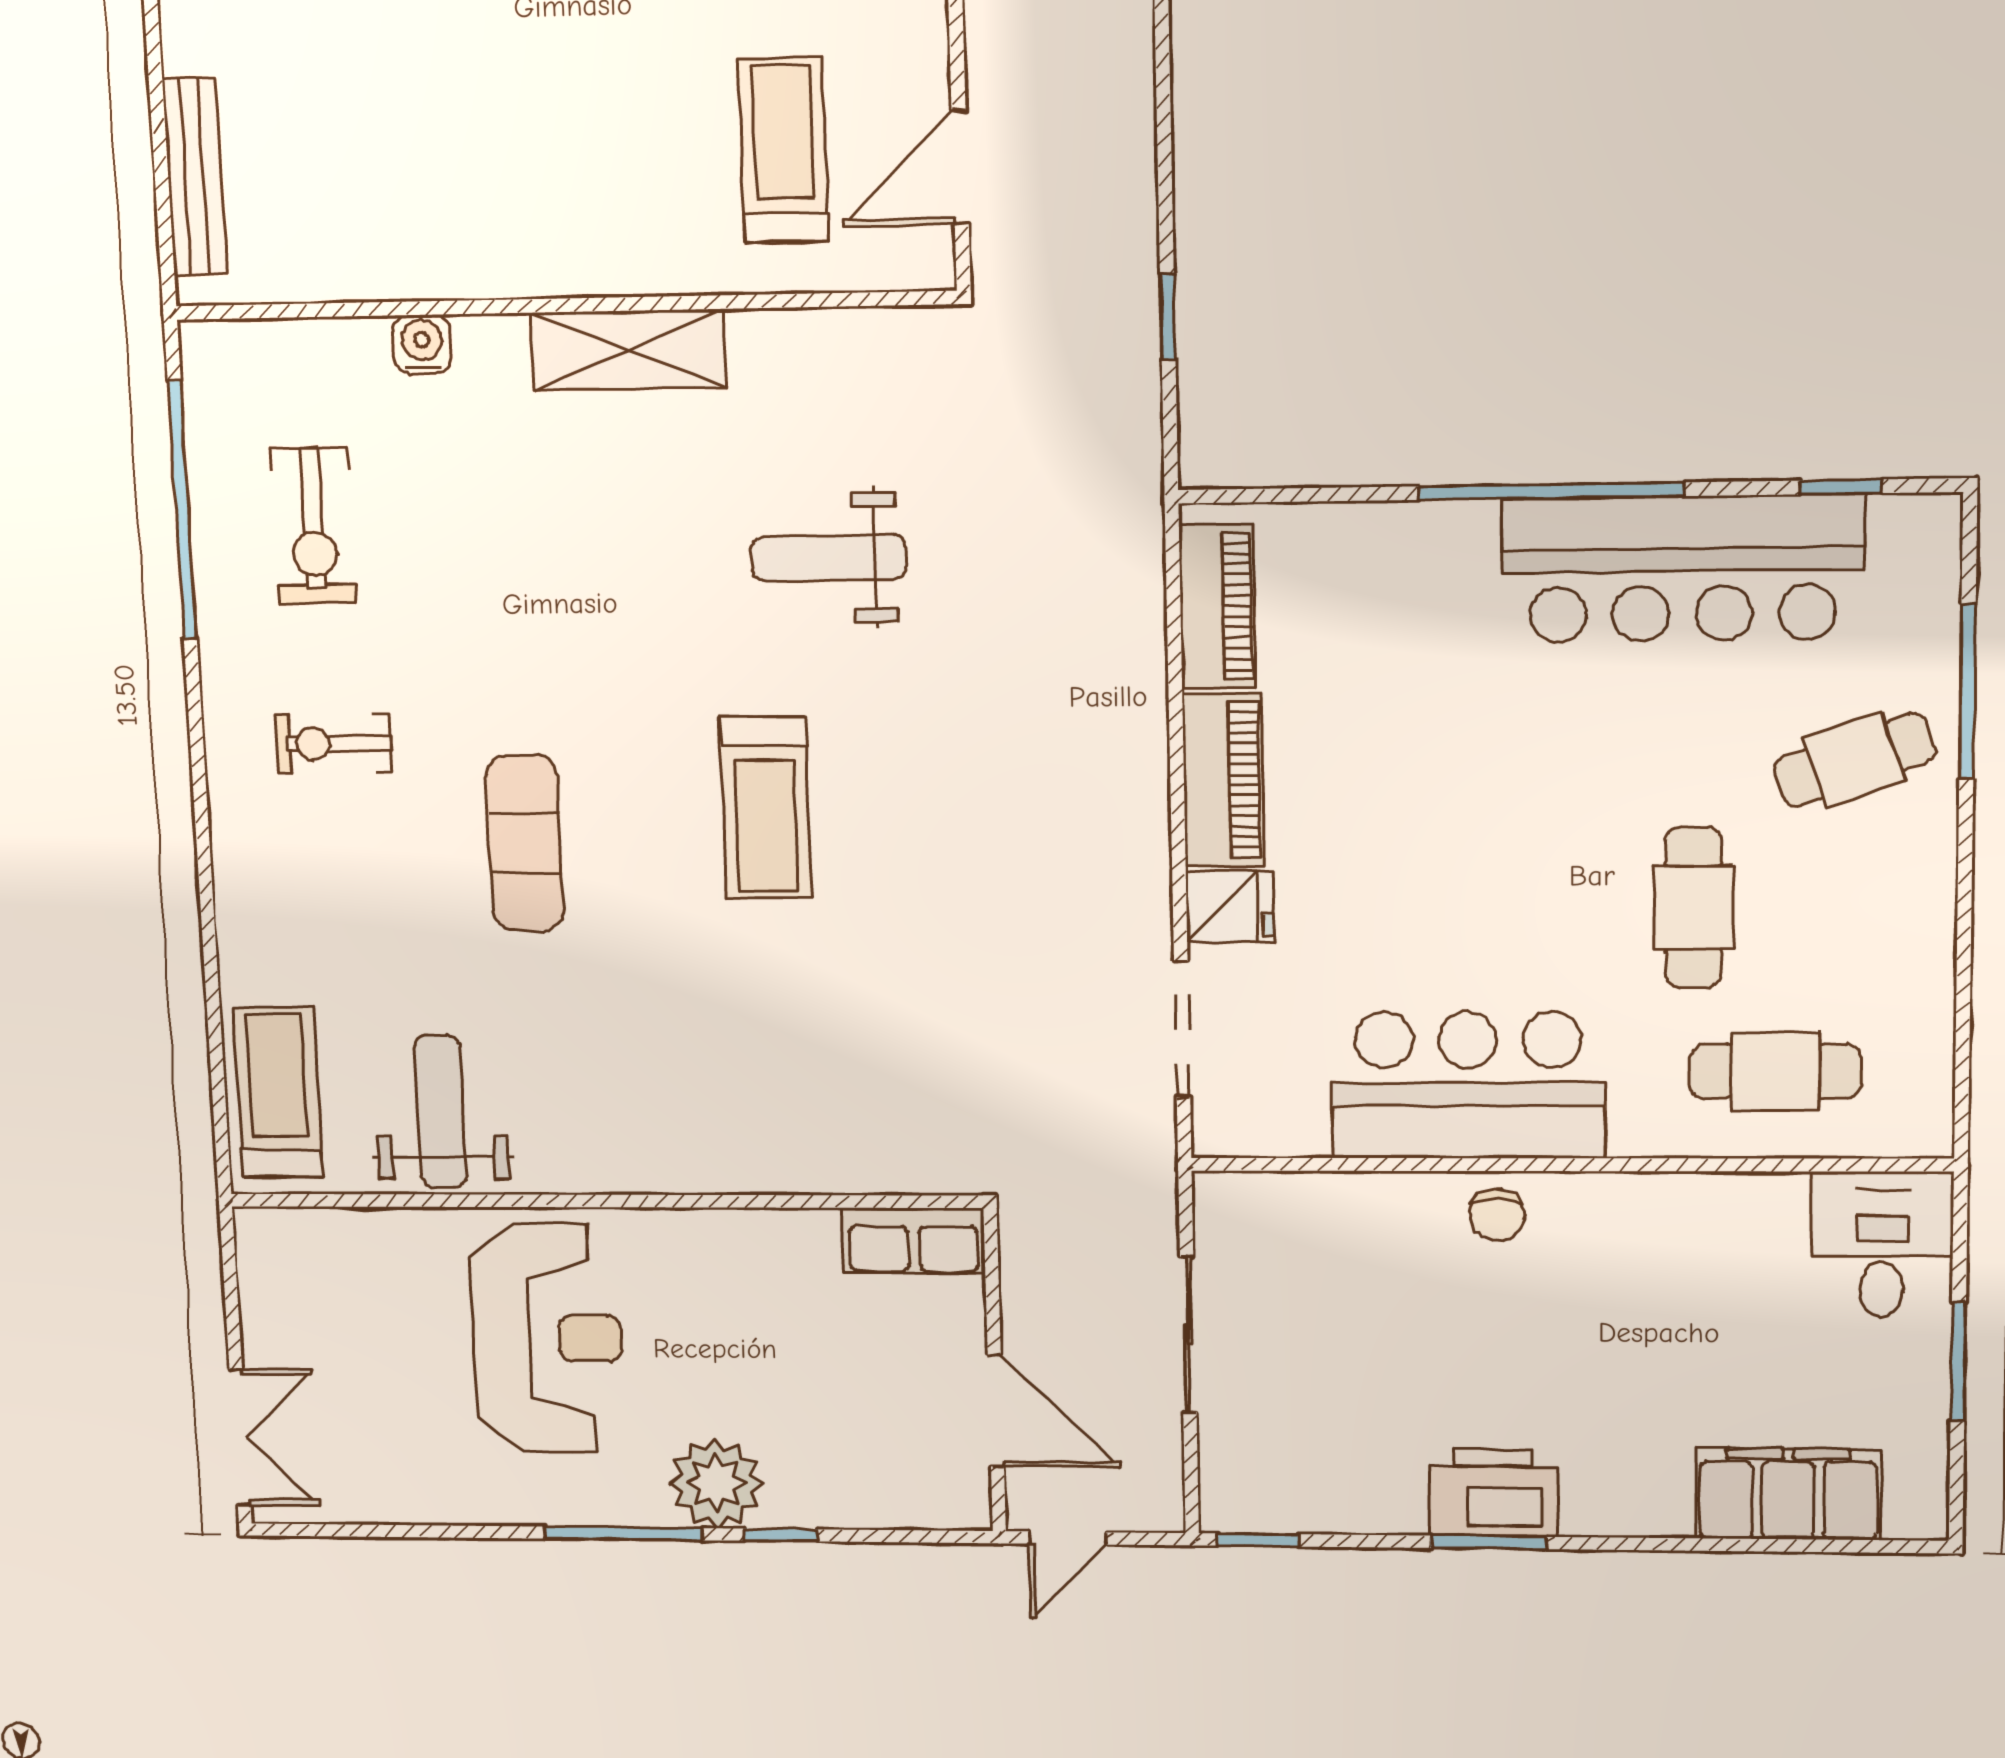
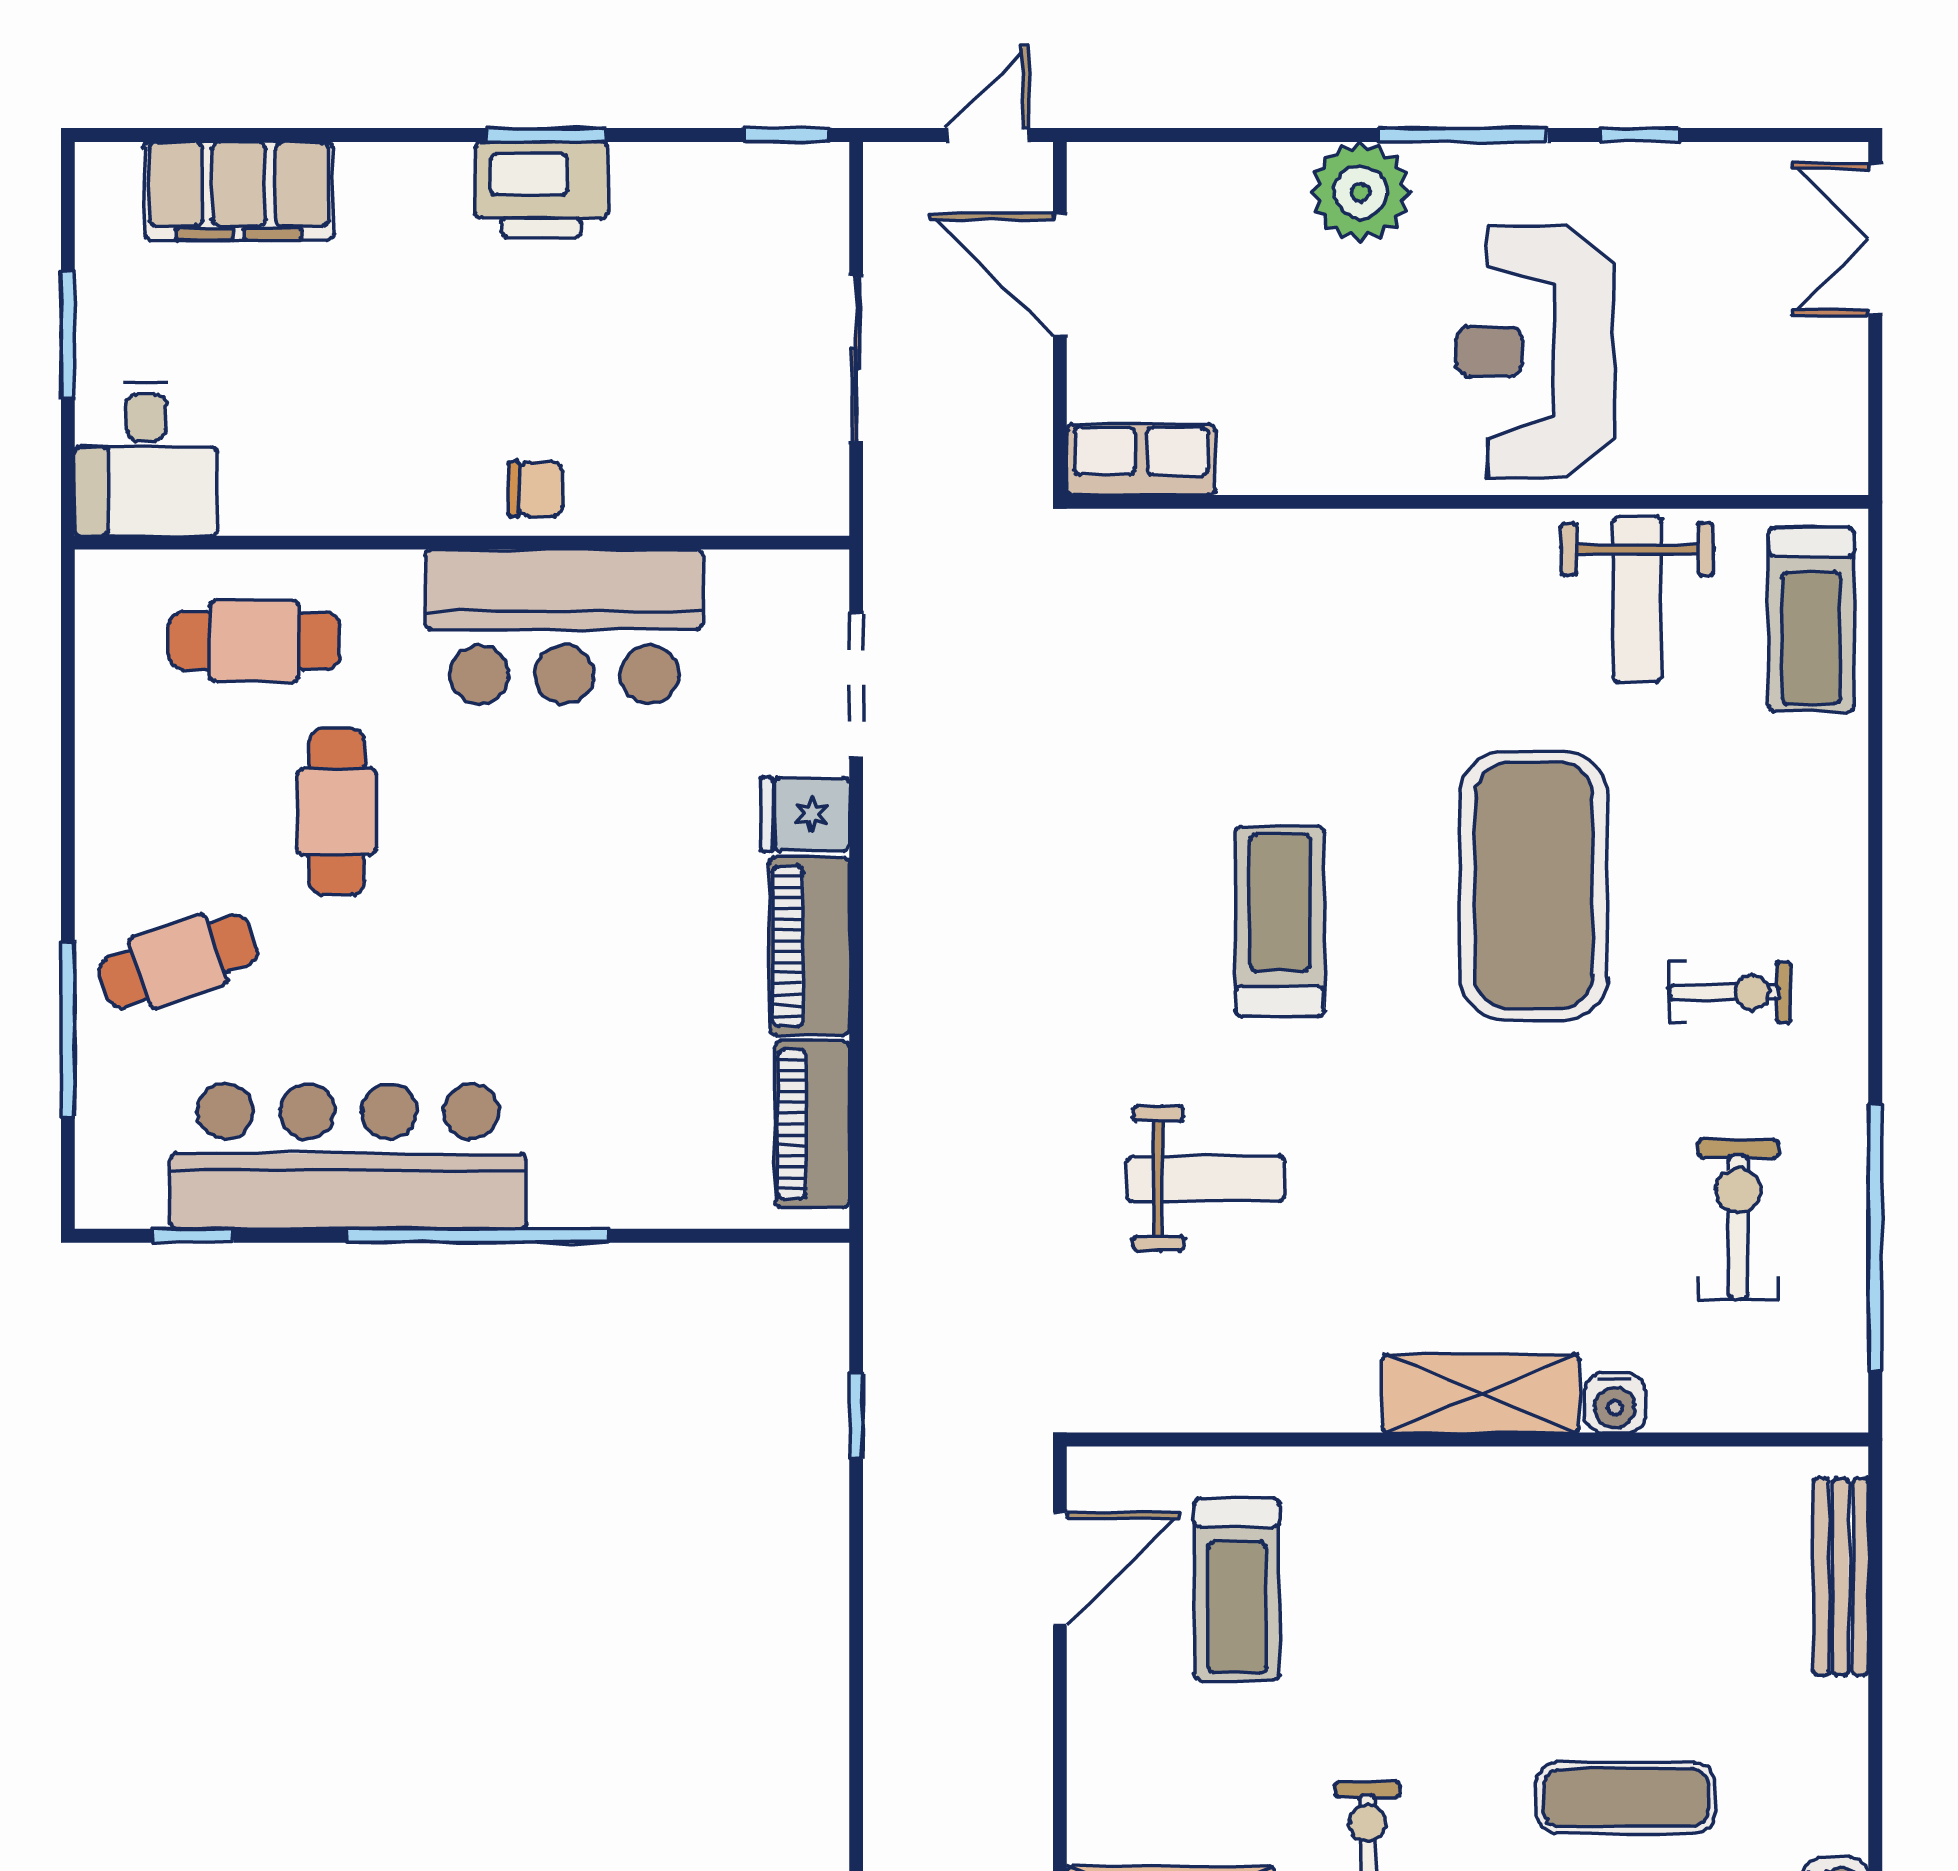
shelving: (629, 350) -> (1481, 1393), moved
exercise mat: (525, 843) -> (1534, 886), width x2.00, depth x1.45
chair: (1497, 1215) -> (536, 489), turned 90
window: (781, 1535) -> (1640, 135), moved

